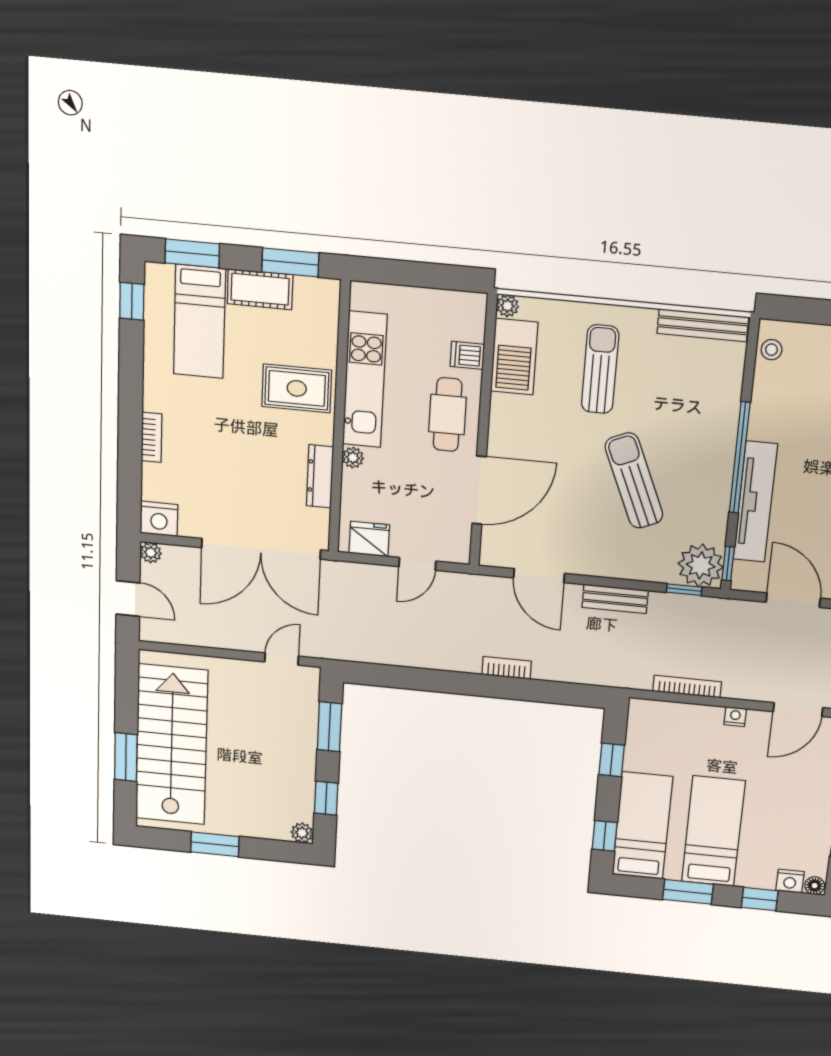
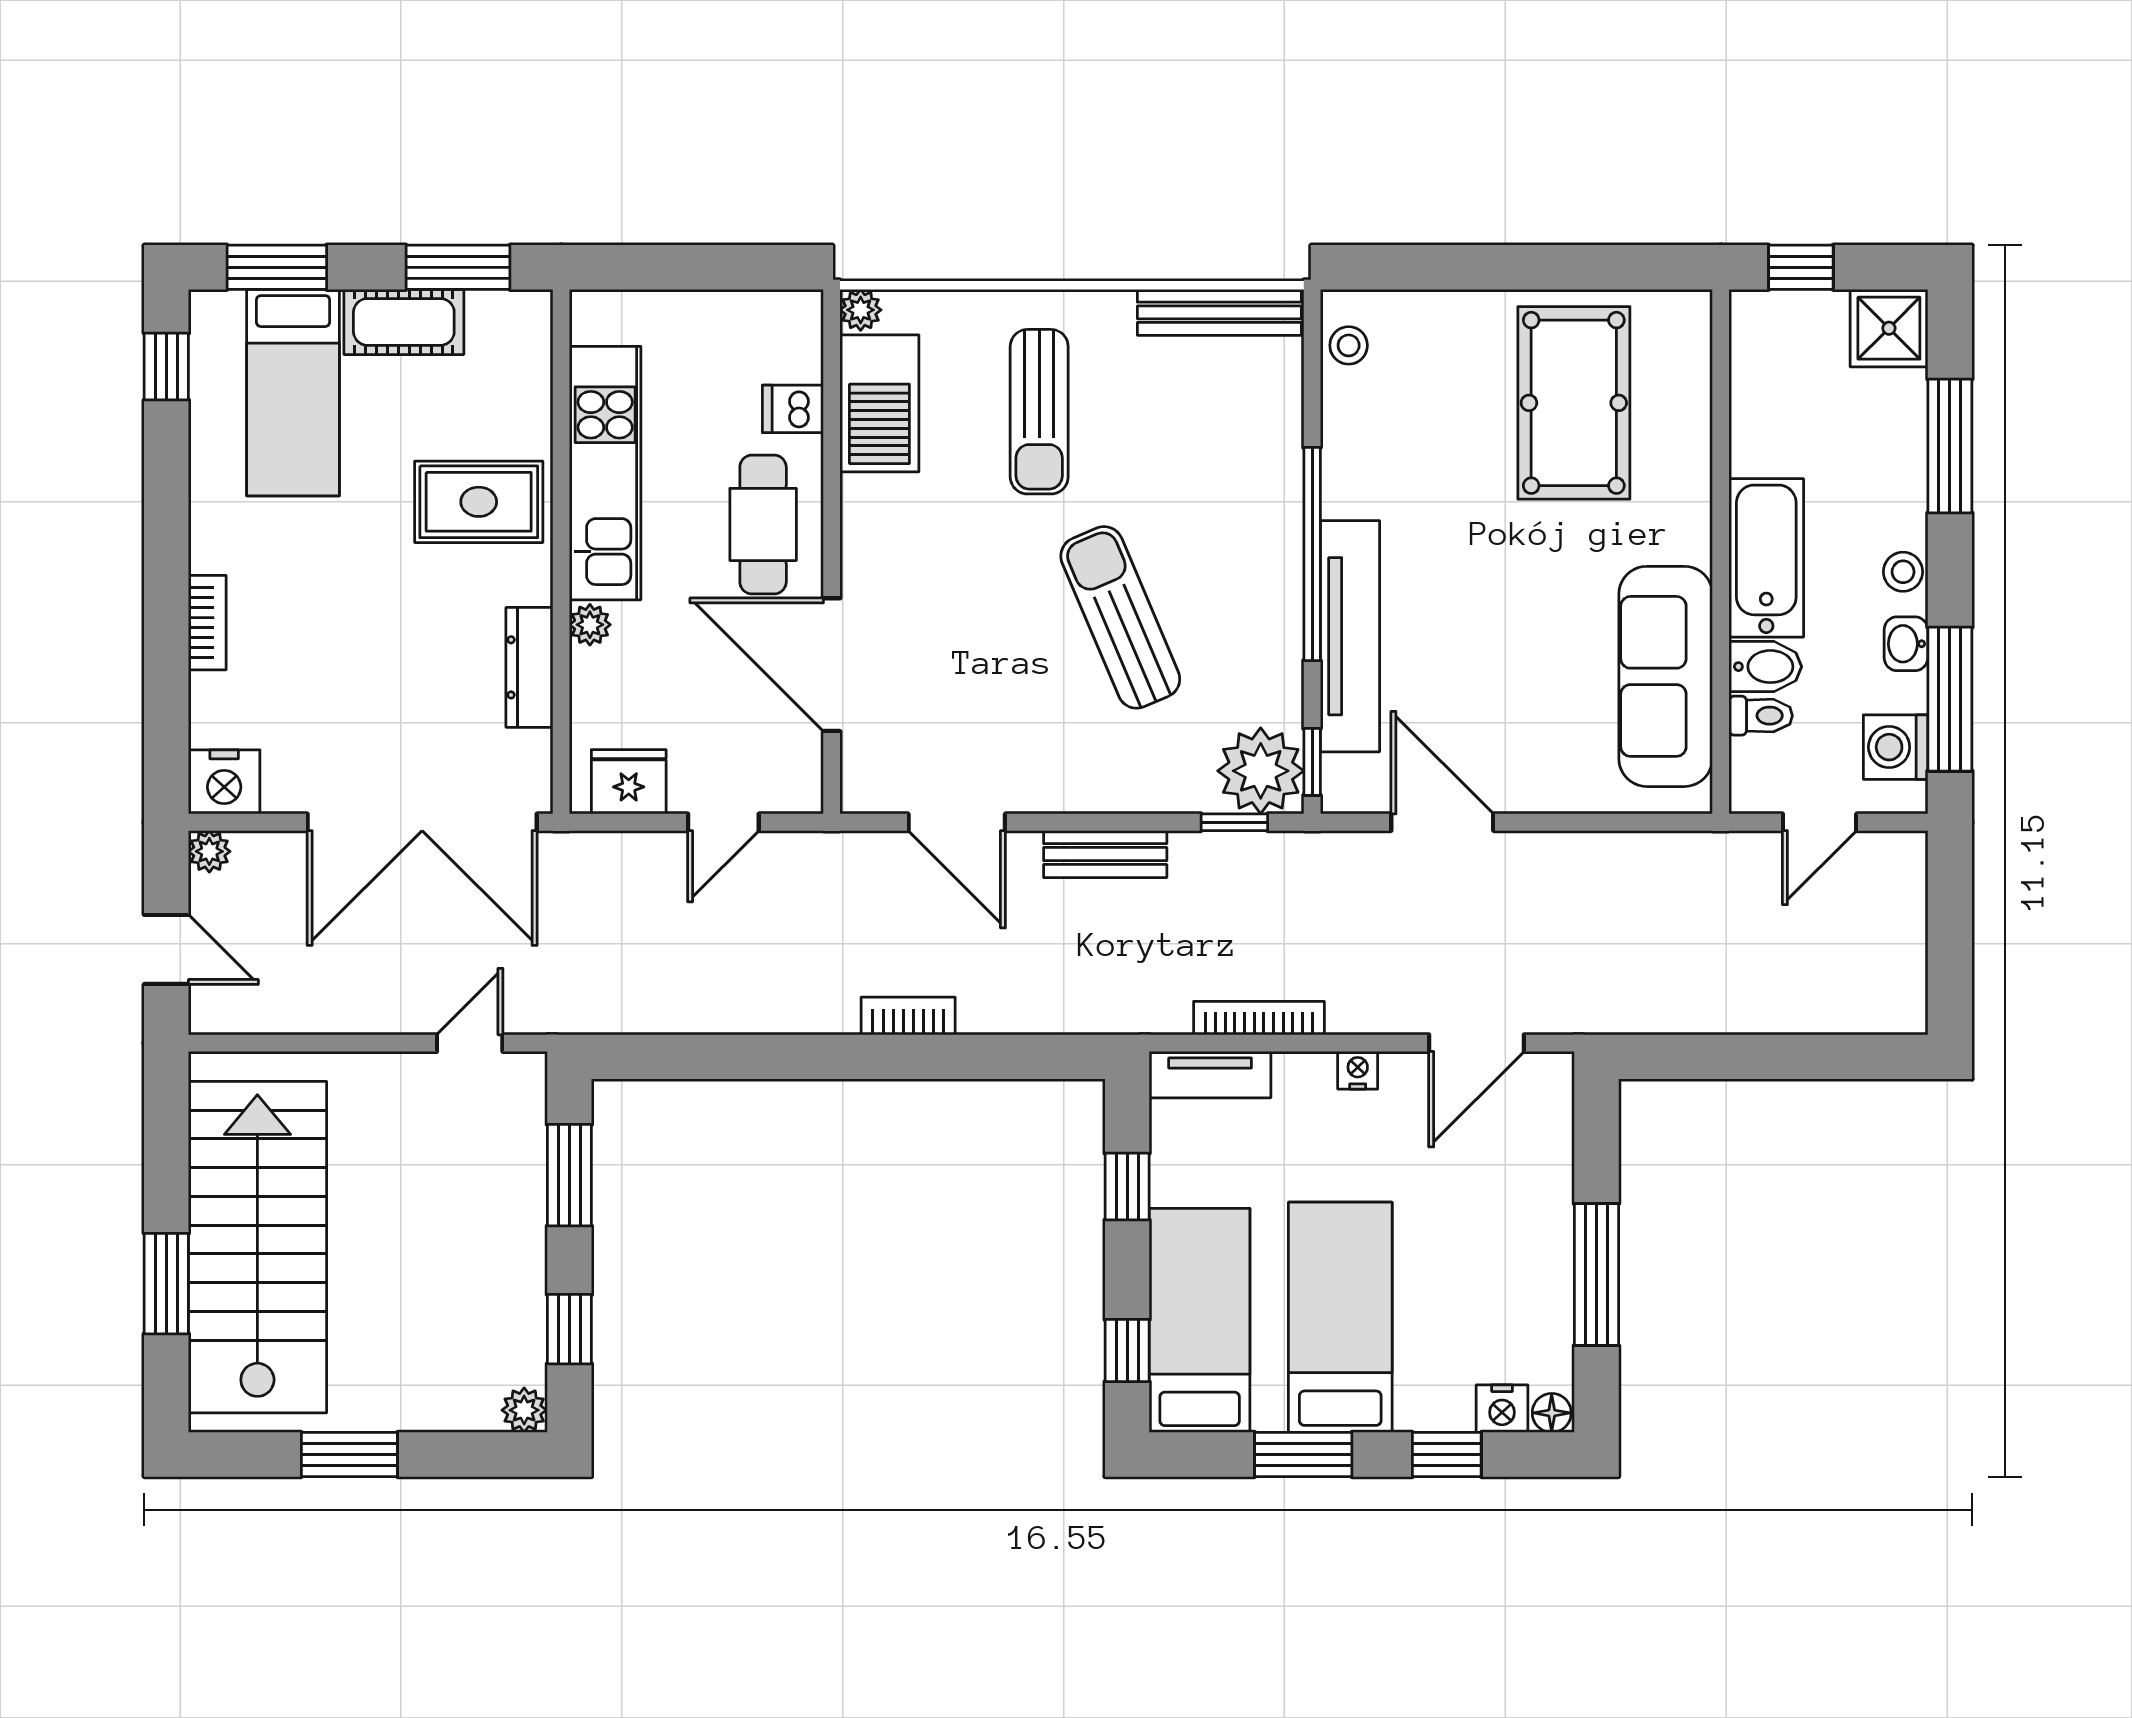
sun lounger: (600, 369) -> (1039, 412), turned 180
door: (479, 490) -> (832, 665), swing flipped
tv unit: (659, 711) -> (1210, 1075), added

